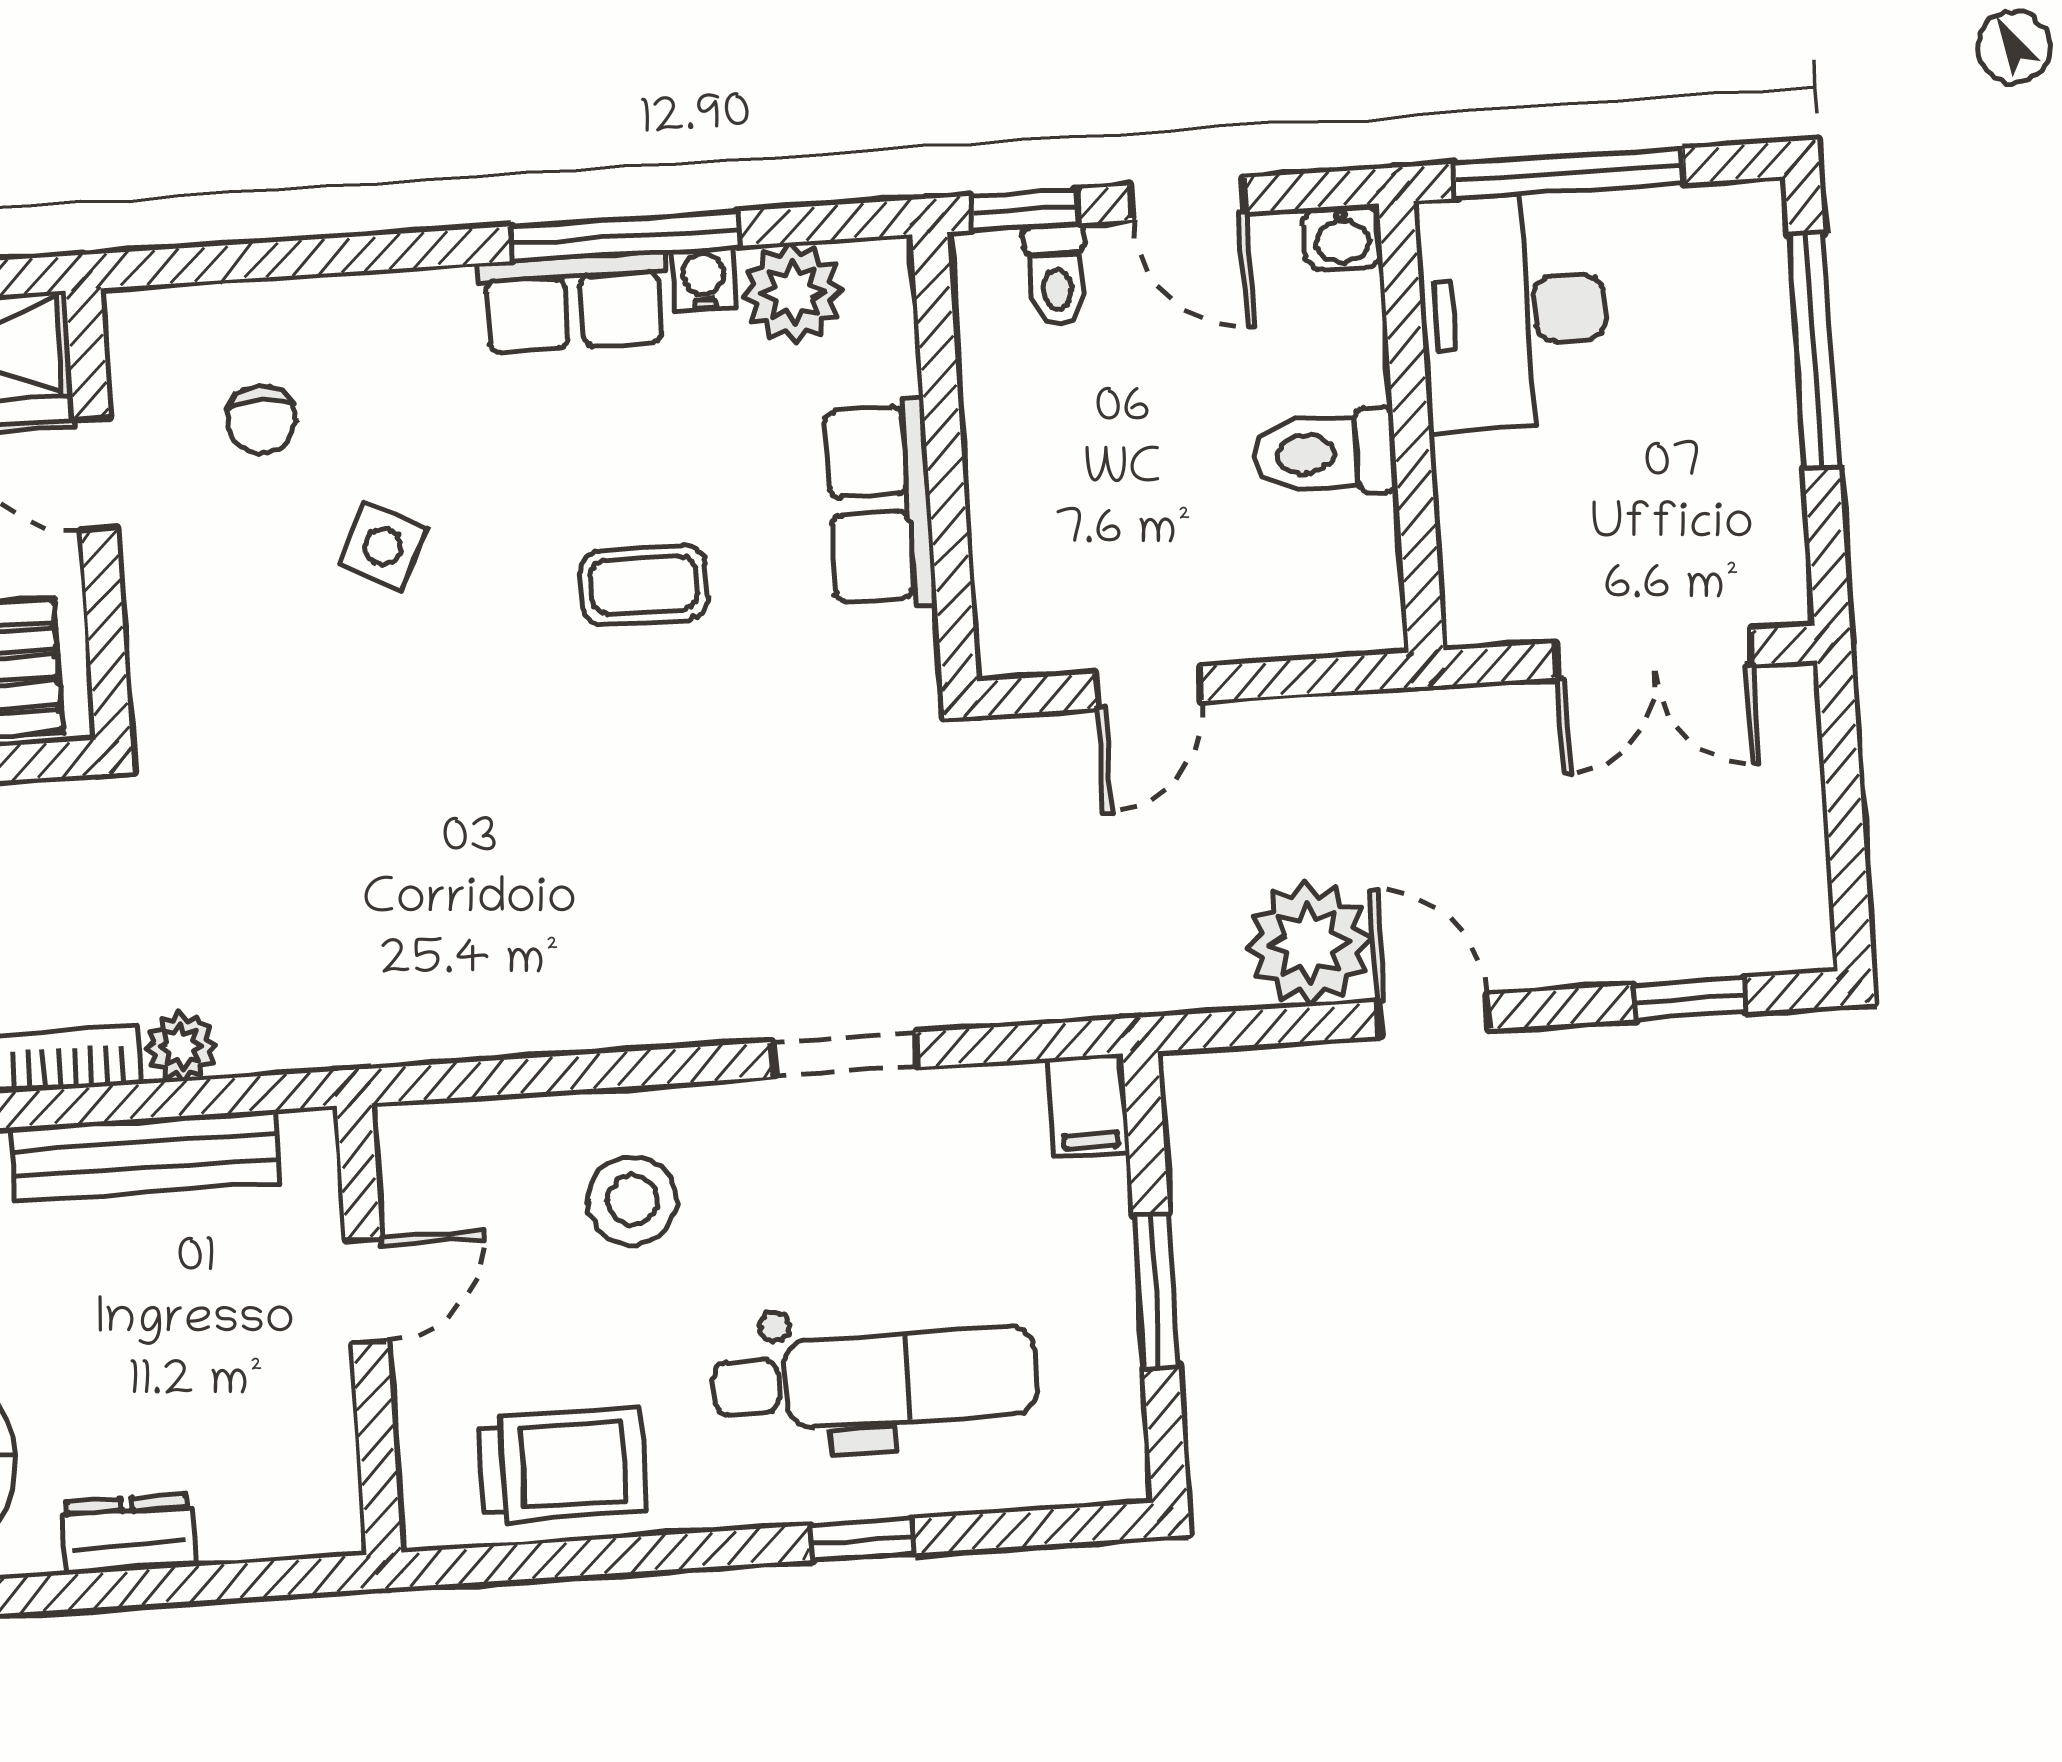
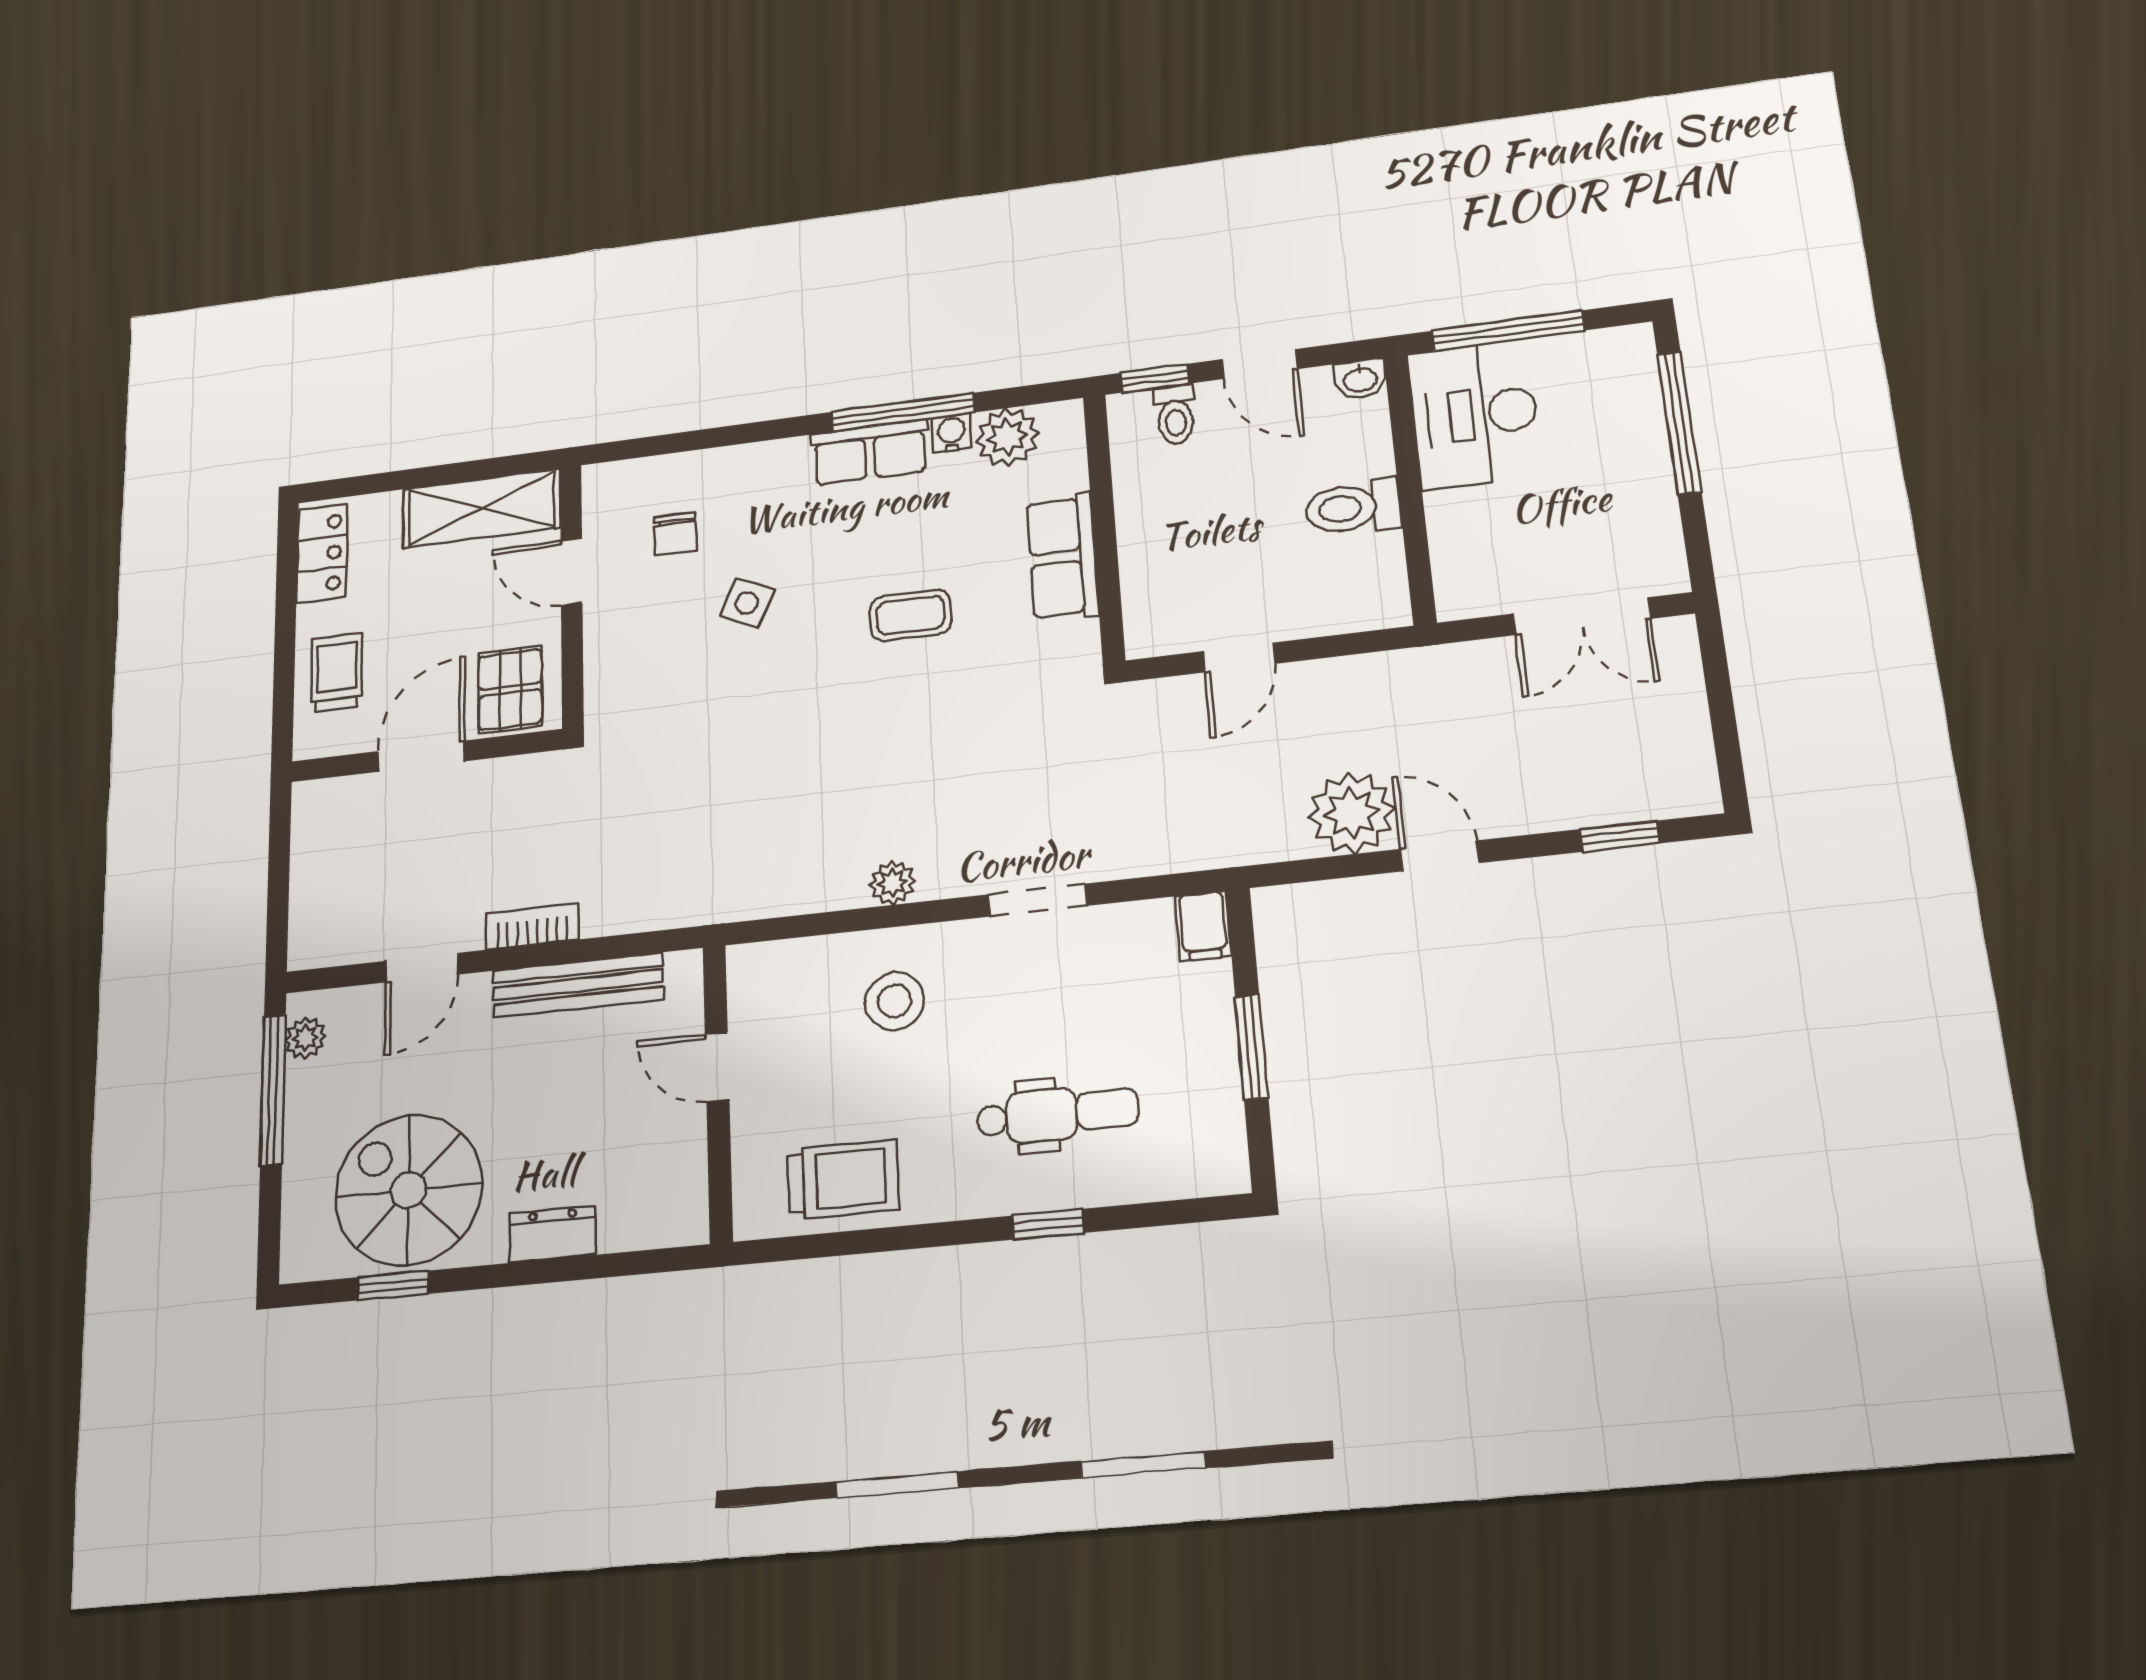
plant: (181, 1047) -> (892, 883), moved
door: (366, 1291) -> (717, 1067), swing flipped
dental chair: (875, 1379) -> (1058, 1114), width x0.73, depth x0.72

